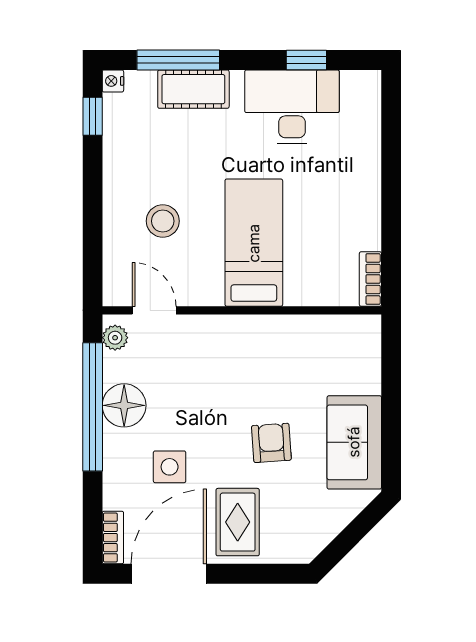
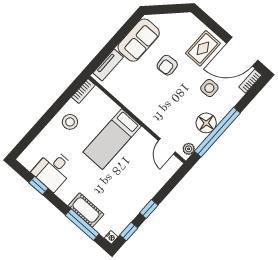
desk: (292, 107) -> (53, 170), width x0.73
window: (93, 182) -> (149, 209), added
stool: (163, 221) -> (70, 122), moved
tv unit: (368, 357) -> (108, 65), added

